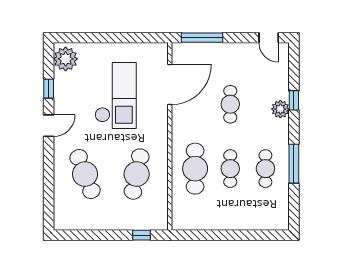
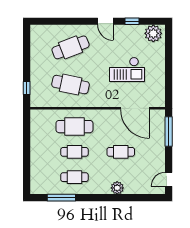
checkout: (116, 96) -> (127, 69), width x0.73, depth x0.83
window: (294, 100) -> (124, 198), removed
window: (294, 164) -> (61, 198), moved

